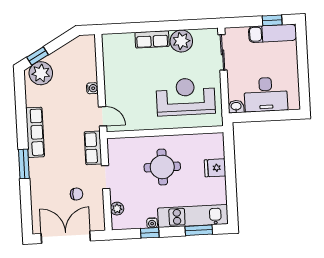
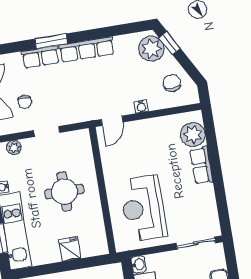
plant: (181, 41) -> (193, 135), moved
chair: (74, 58) -> (172, 83), added
reception desk: (186, 97) -> (143, 208), turned 180
row of seats: (93, 148) -> (41, 57), moved, turned 180

